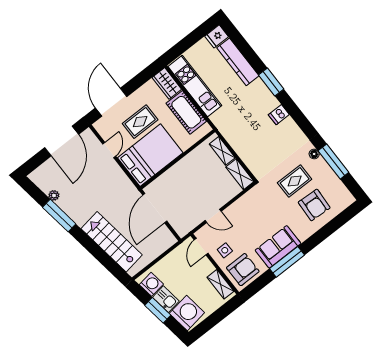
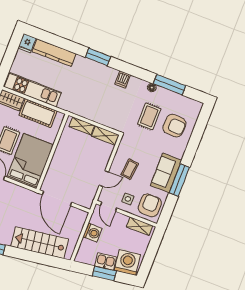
window: (271, 82) -> (98, 57), moved
dishwasher: (279, 115) -> (123, 80), moved
coffee table: (244, 222) -> (130, 169), added
washing machine: (151, 284) -> (93, 233), moved, turned 98

